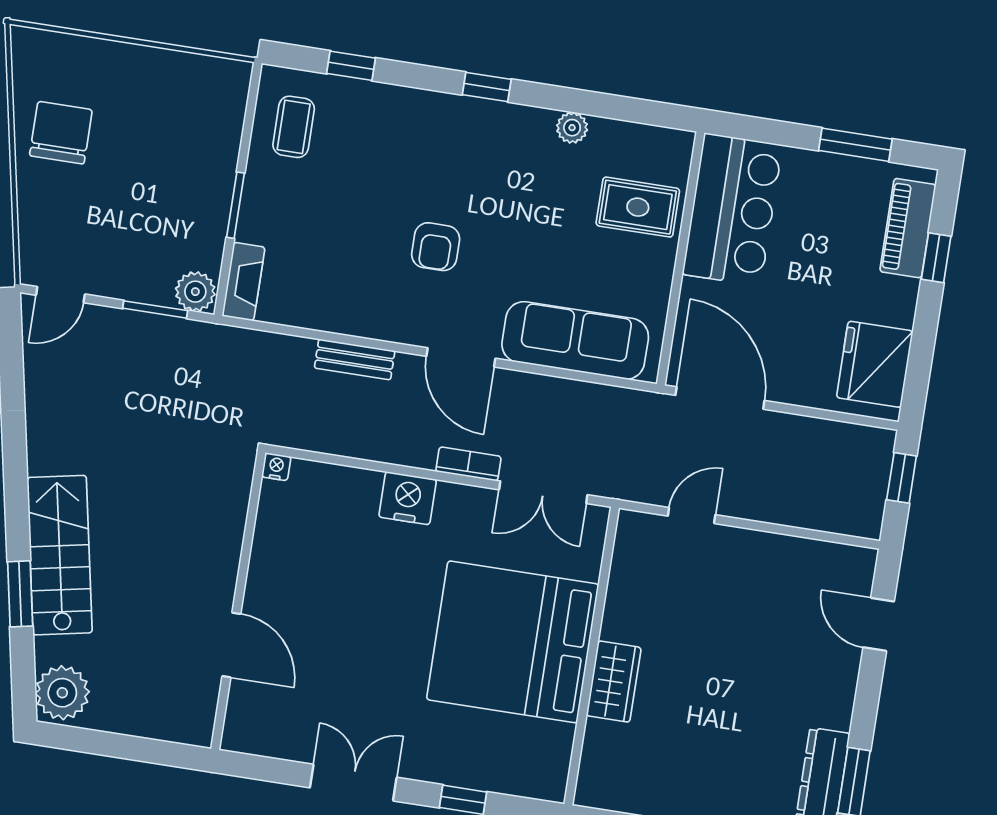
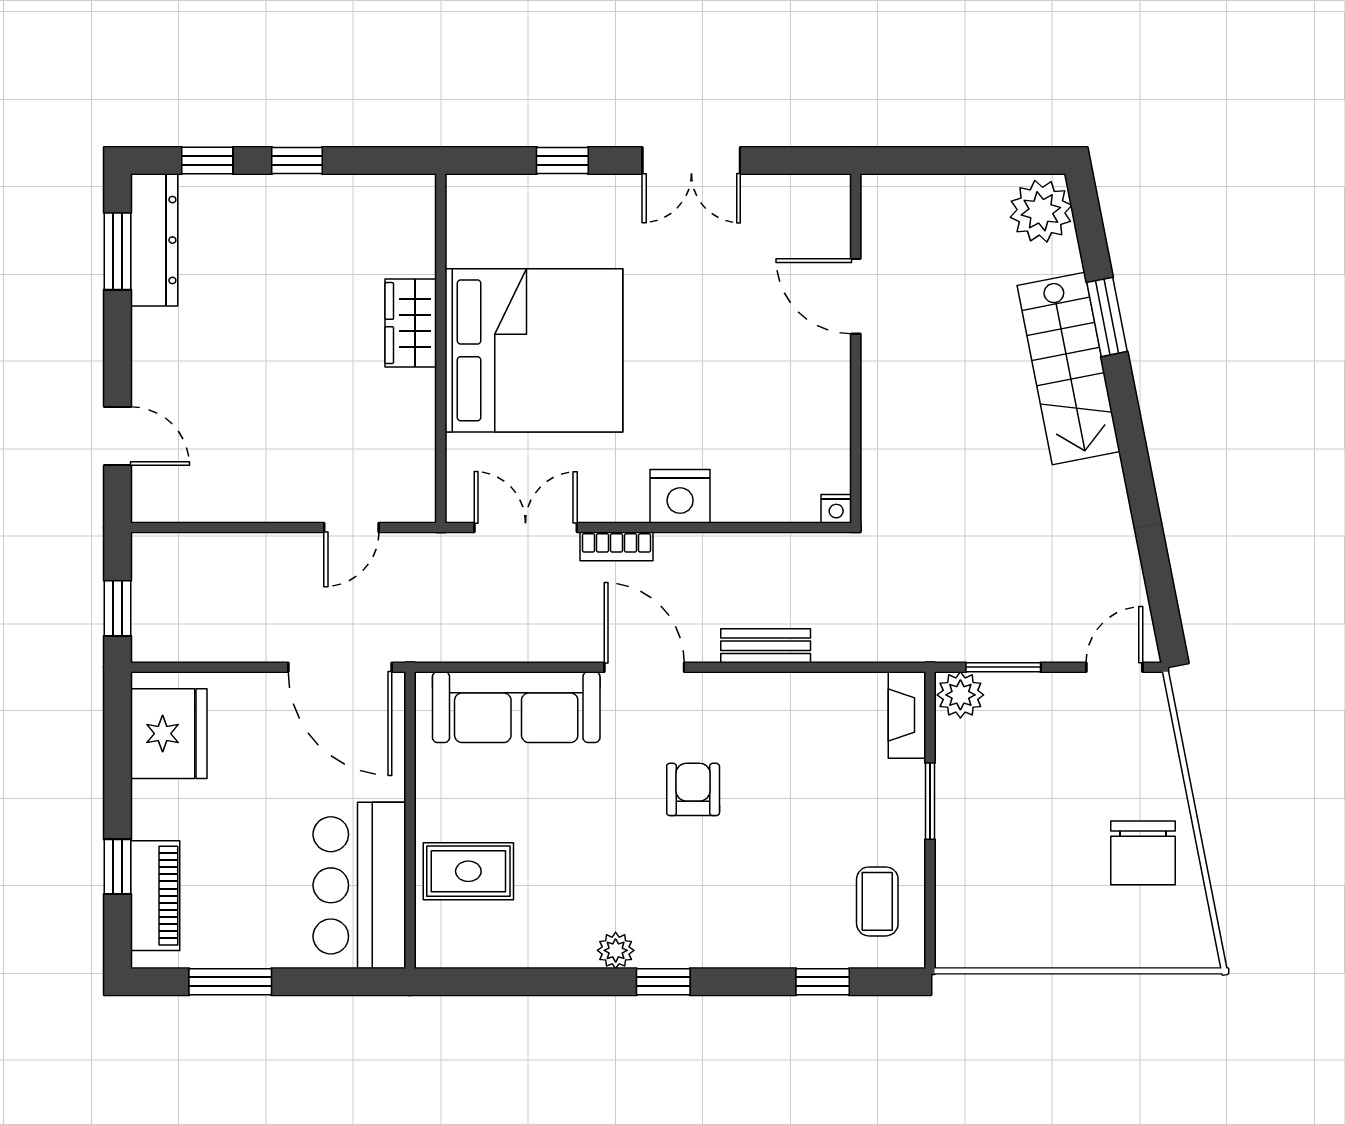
plant: (572, 128) -> (616, 950), moved

